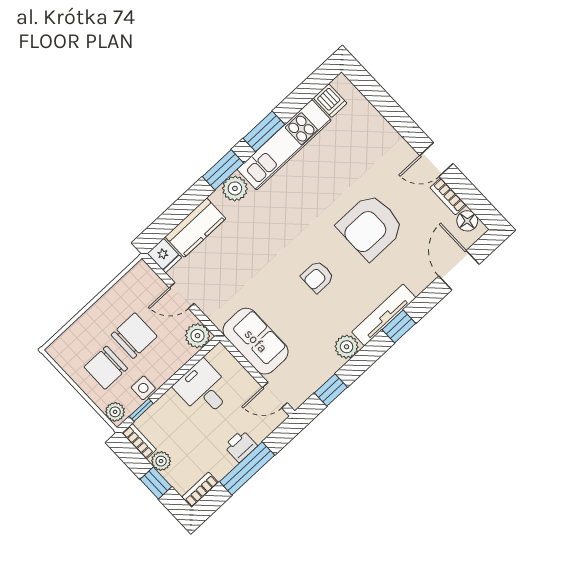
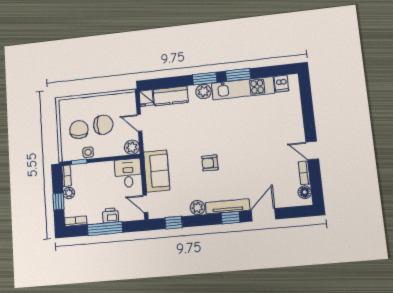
armchair: (371, 227) -> (254, 159), removed
door: (459, 270) -> (263, 215), moved
chair: (106, 368) -> (79, 130), turned 93
desk: (203, 389) -> (128, 173), moved
plant: (115, 412) -> (67, 153), removed

